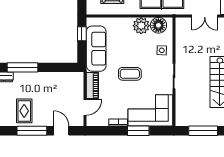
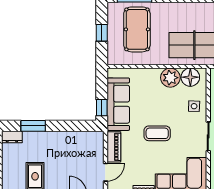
window: (82, 34) -> (102, 108), moved
window: (23, 67) -> (33, 126), width x0.69

